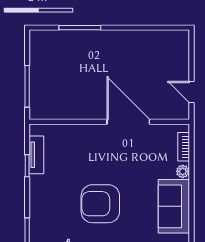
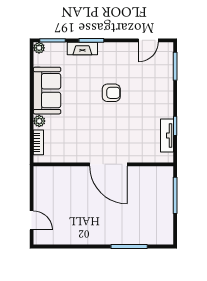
door: (191, 92) -> (32, 220), moved
door: (128, 122) -> (108, 164), moved
armchair: (100, 204) -> (111, 93), width x0.53, depth x0.53

